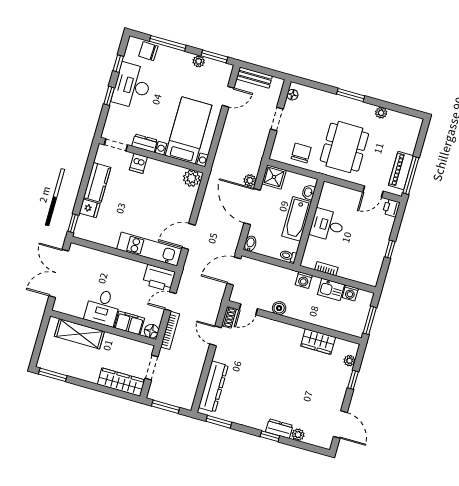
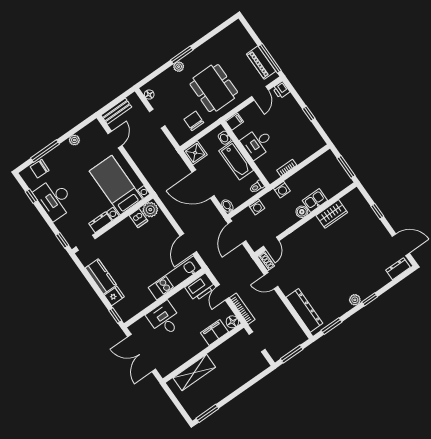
window: (214, 56) -> (80, 127), removed
window: (109, 96) -> (62, 240), moved
plant: (381, 113) -> (179, 67), moved
dishwasher: (138, 163) -> (138, 218), moved
plant: (250, 180) -> (184, 171), removed
filing cabinet: (330, 190) -> (235, 122), added
kitchen sink: (331, 290) -> (315, 201), moved, turned 180
washing machine: (350, 293) -> (257, 207), moved
desk: (103, 307) -> (164, 319), moved, turned 180
boiler: (279, 308) -> (302, 212), moved
plant: (349, 361) -> (362, 203), removed
wardrobe: (121, 382) -> (250, 371), removed
dresser: (279, 429) -> (398, 269), moved
plant: (298, 435) -> (355, 300), moved

